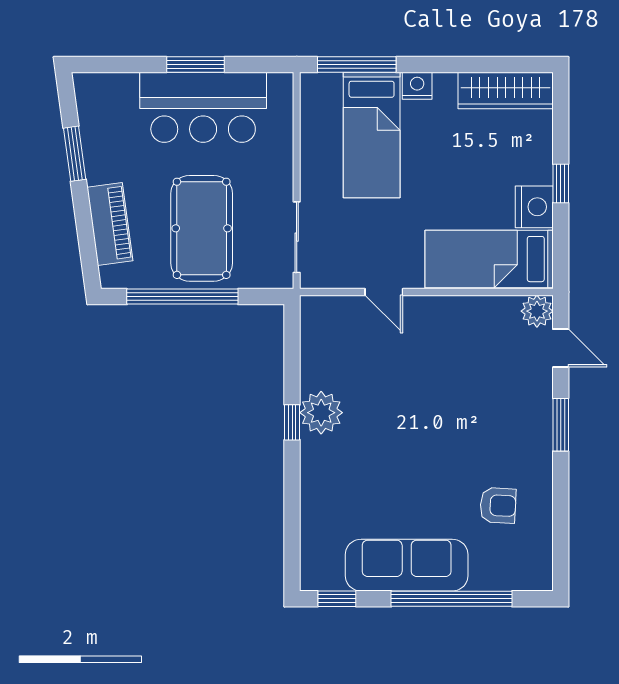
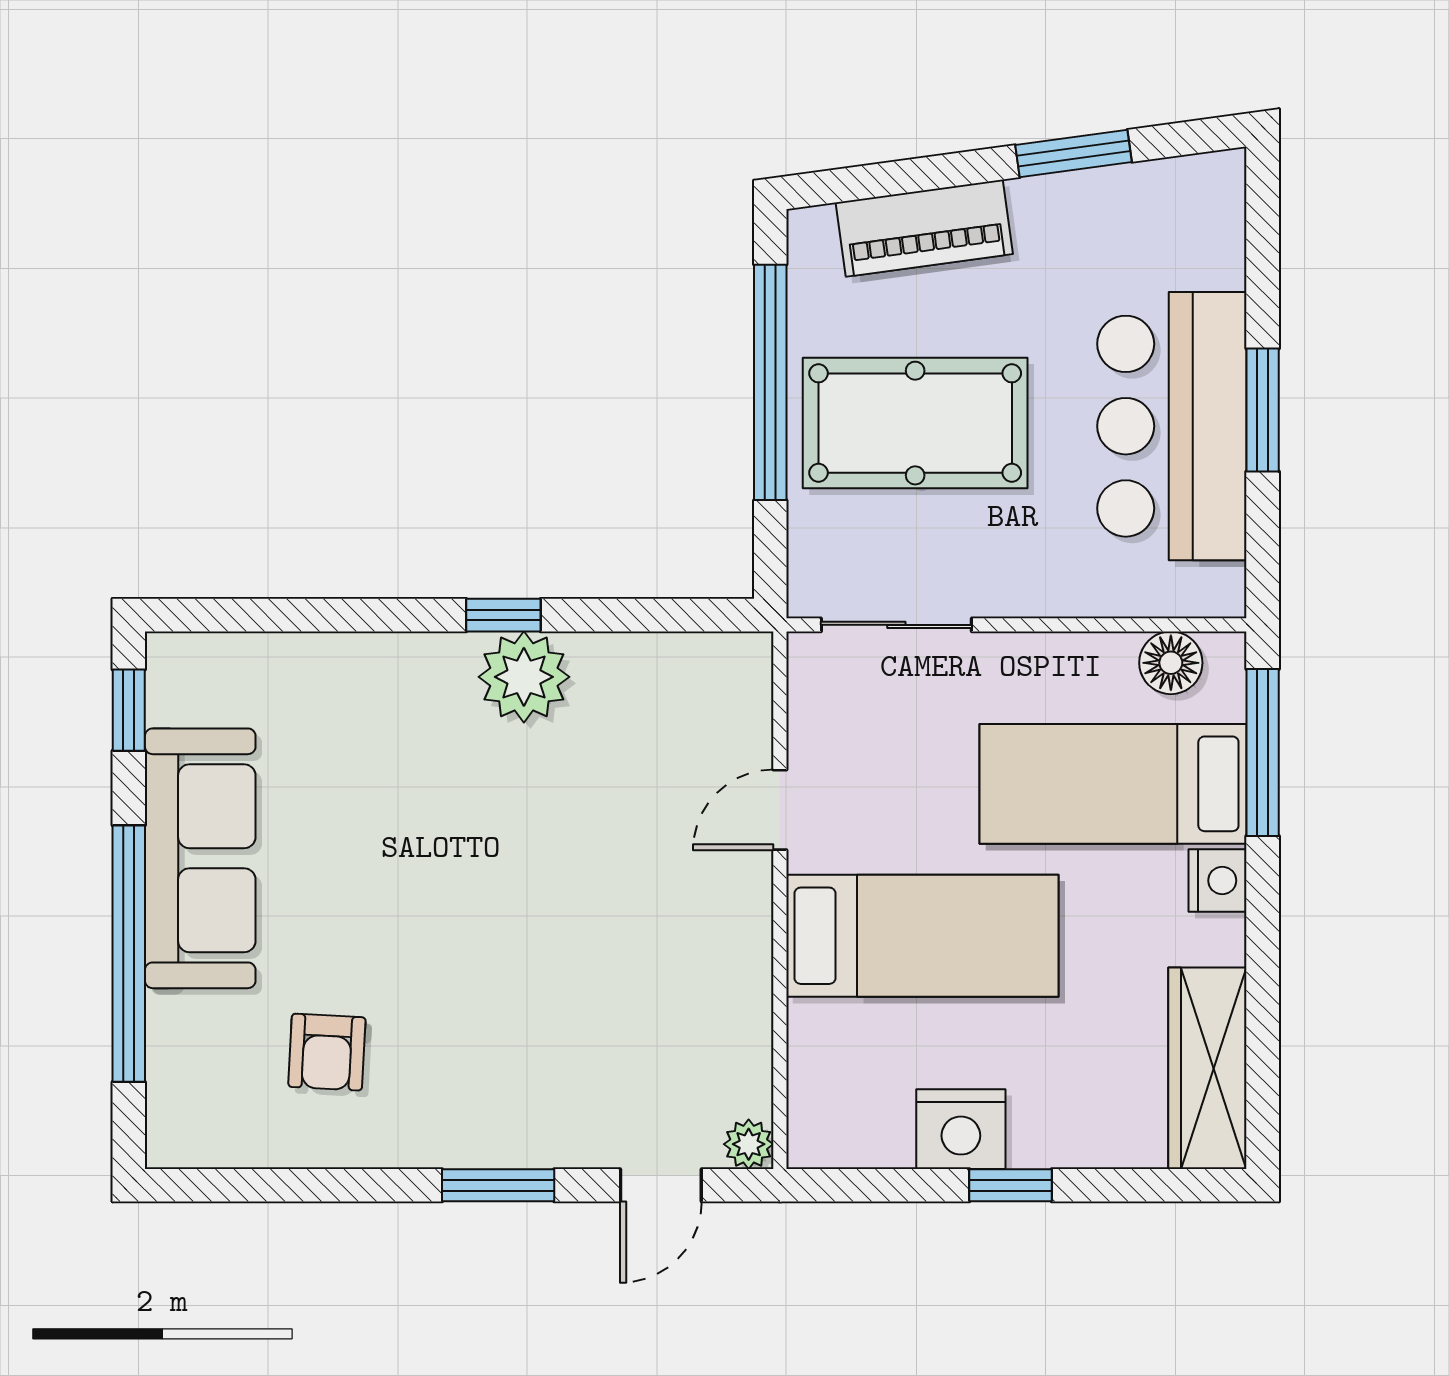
floor lamp: (315, 108) -> (1171, 663), added
bed: (489, 259) -> (922, 936), moved, turned 90
plant: (537, 311) -> (749, 1144), width x0.73, depth x0.73

